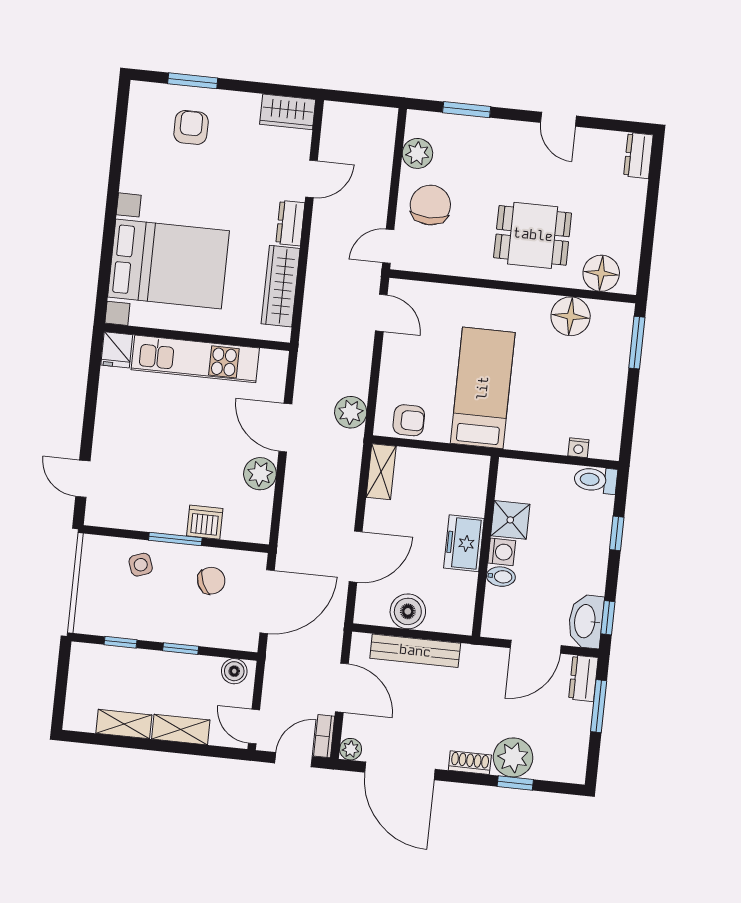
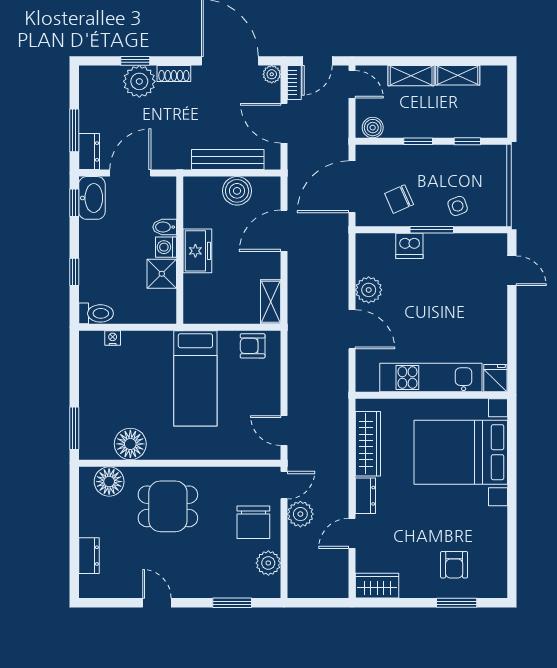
dresser: (638, 156) -> (89, 556), moved
plant: (351, 412) -> (300, 514), moved

